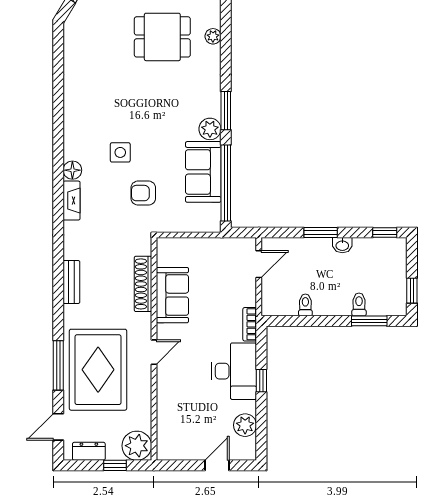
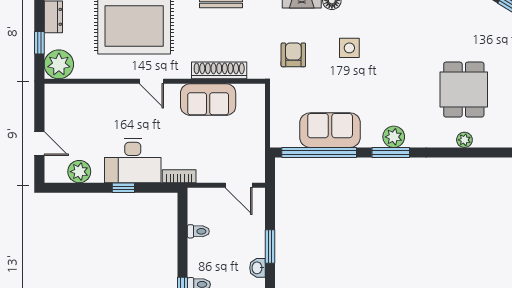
plant: (210, 129) -> (394, 137), moved
armchair: (143, 193) -> (293, 55), moved

